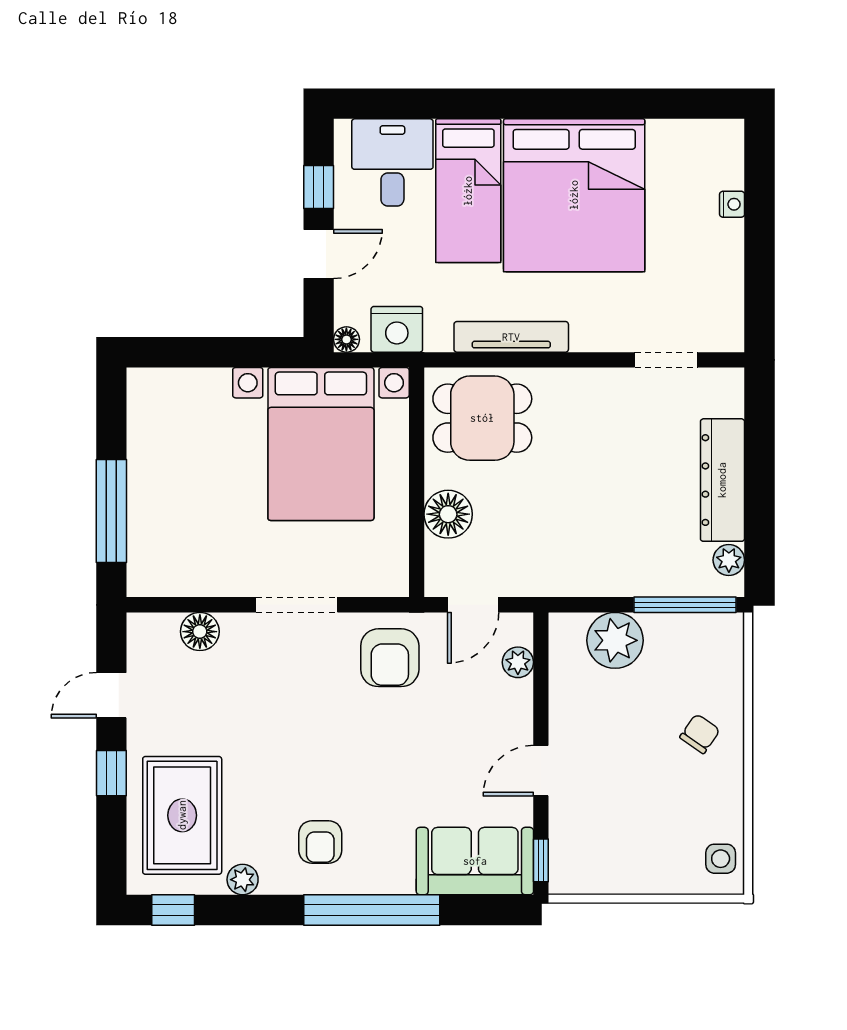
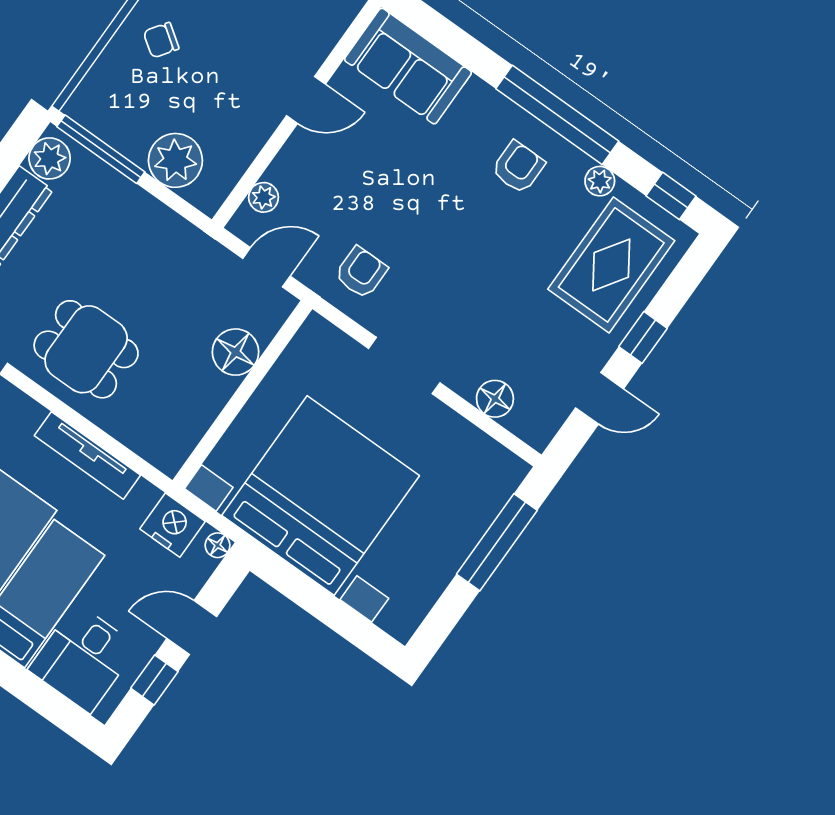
dining table: (482, 418) -> (86, 349), moved
bed with nightstands: (321, 444) -> (321, 496), width x1.36
plant: (729, 560) -> (50, 158), width x1.38, depth x1.38
armchair: (390, 658) -> (361, 272), width x0.72, depth x0.72
window: (541, 860) -> (356, 30), removed
window: (372, 910) -> (557, 115), moved

